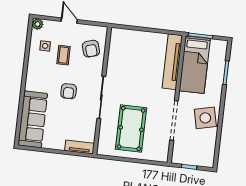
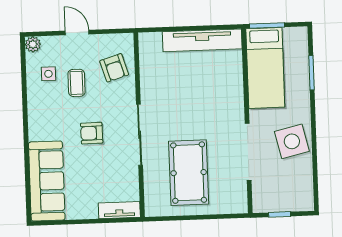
tv unit: (172, 62) -> (202, 40), moved, turned -90
armchair: (69, 91) -> (92, 133), turned 89

